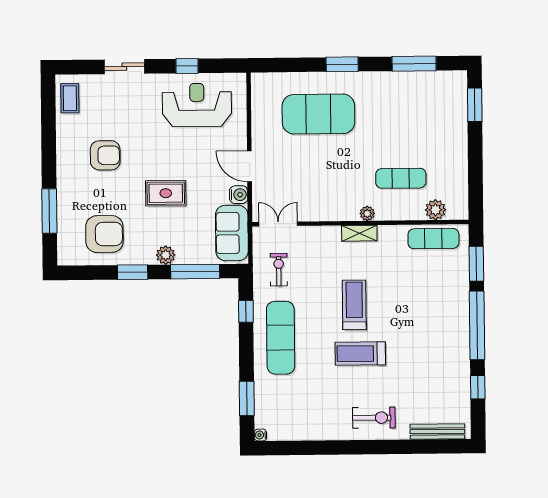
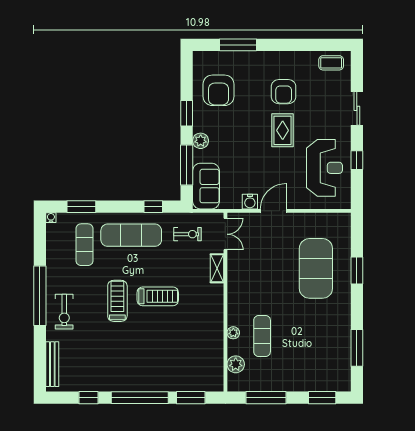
window: (342, 64) -> (357, 271), moved
window: (475, 173) -> (266, 398), added
rug: (166, 193) -> (283, 130), moved
plant: (367, 213) -> (233, 333), moved
sofa: (232, 233) -> (206, 186), moved, turned 90
shelving: (359, 233) -> (217, 268), moved
exercise mat: (433, 239) -> (84, 245), moved
window: (355, 447) -> (40, 296), added

